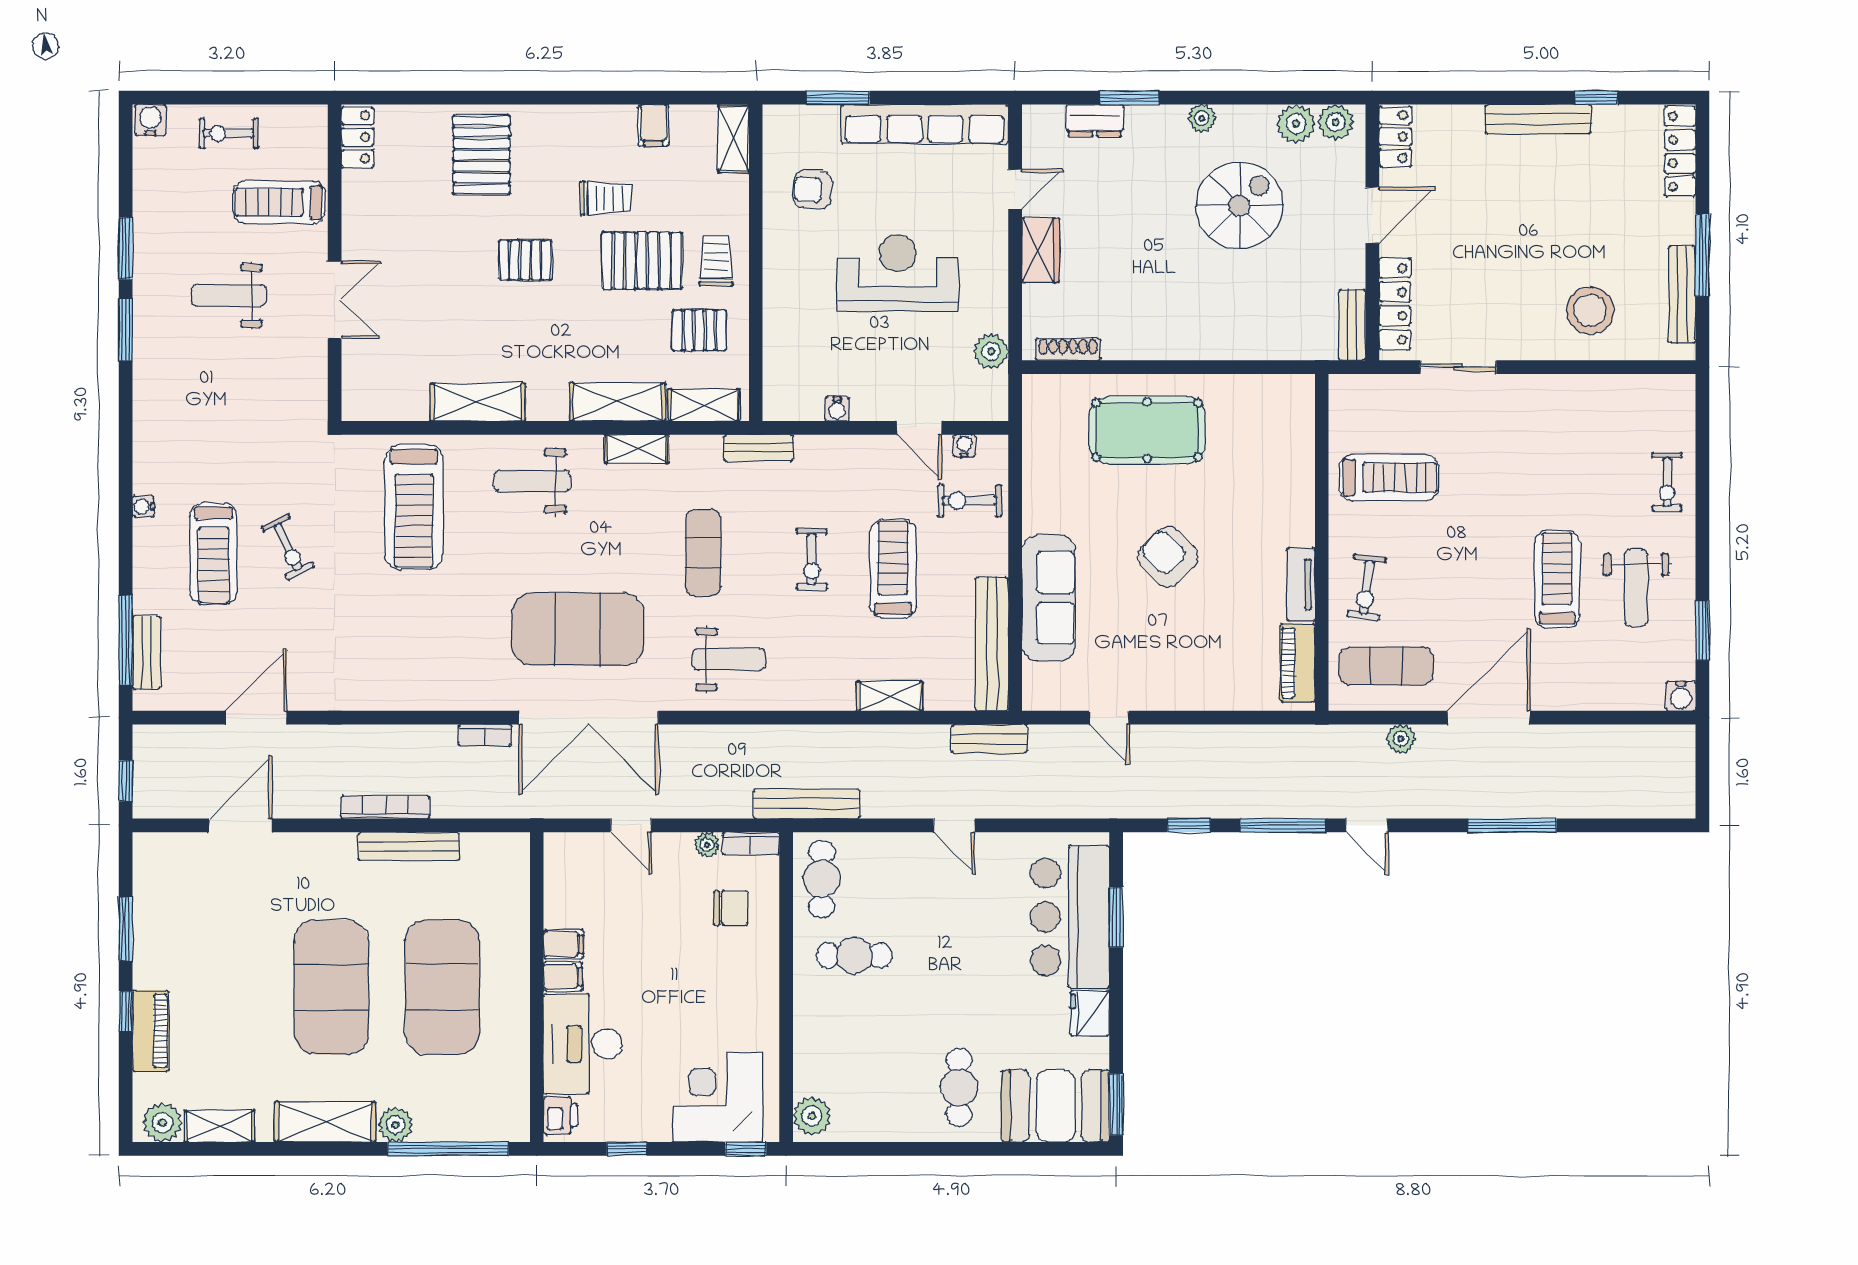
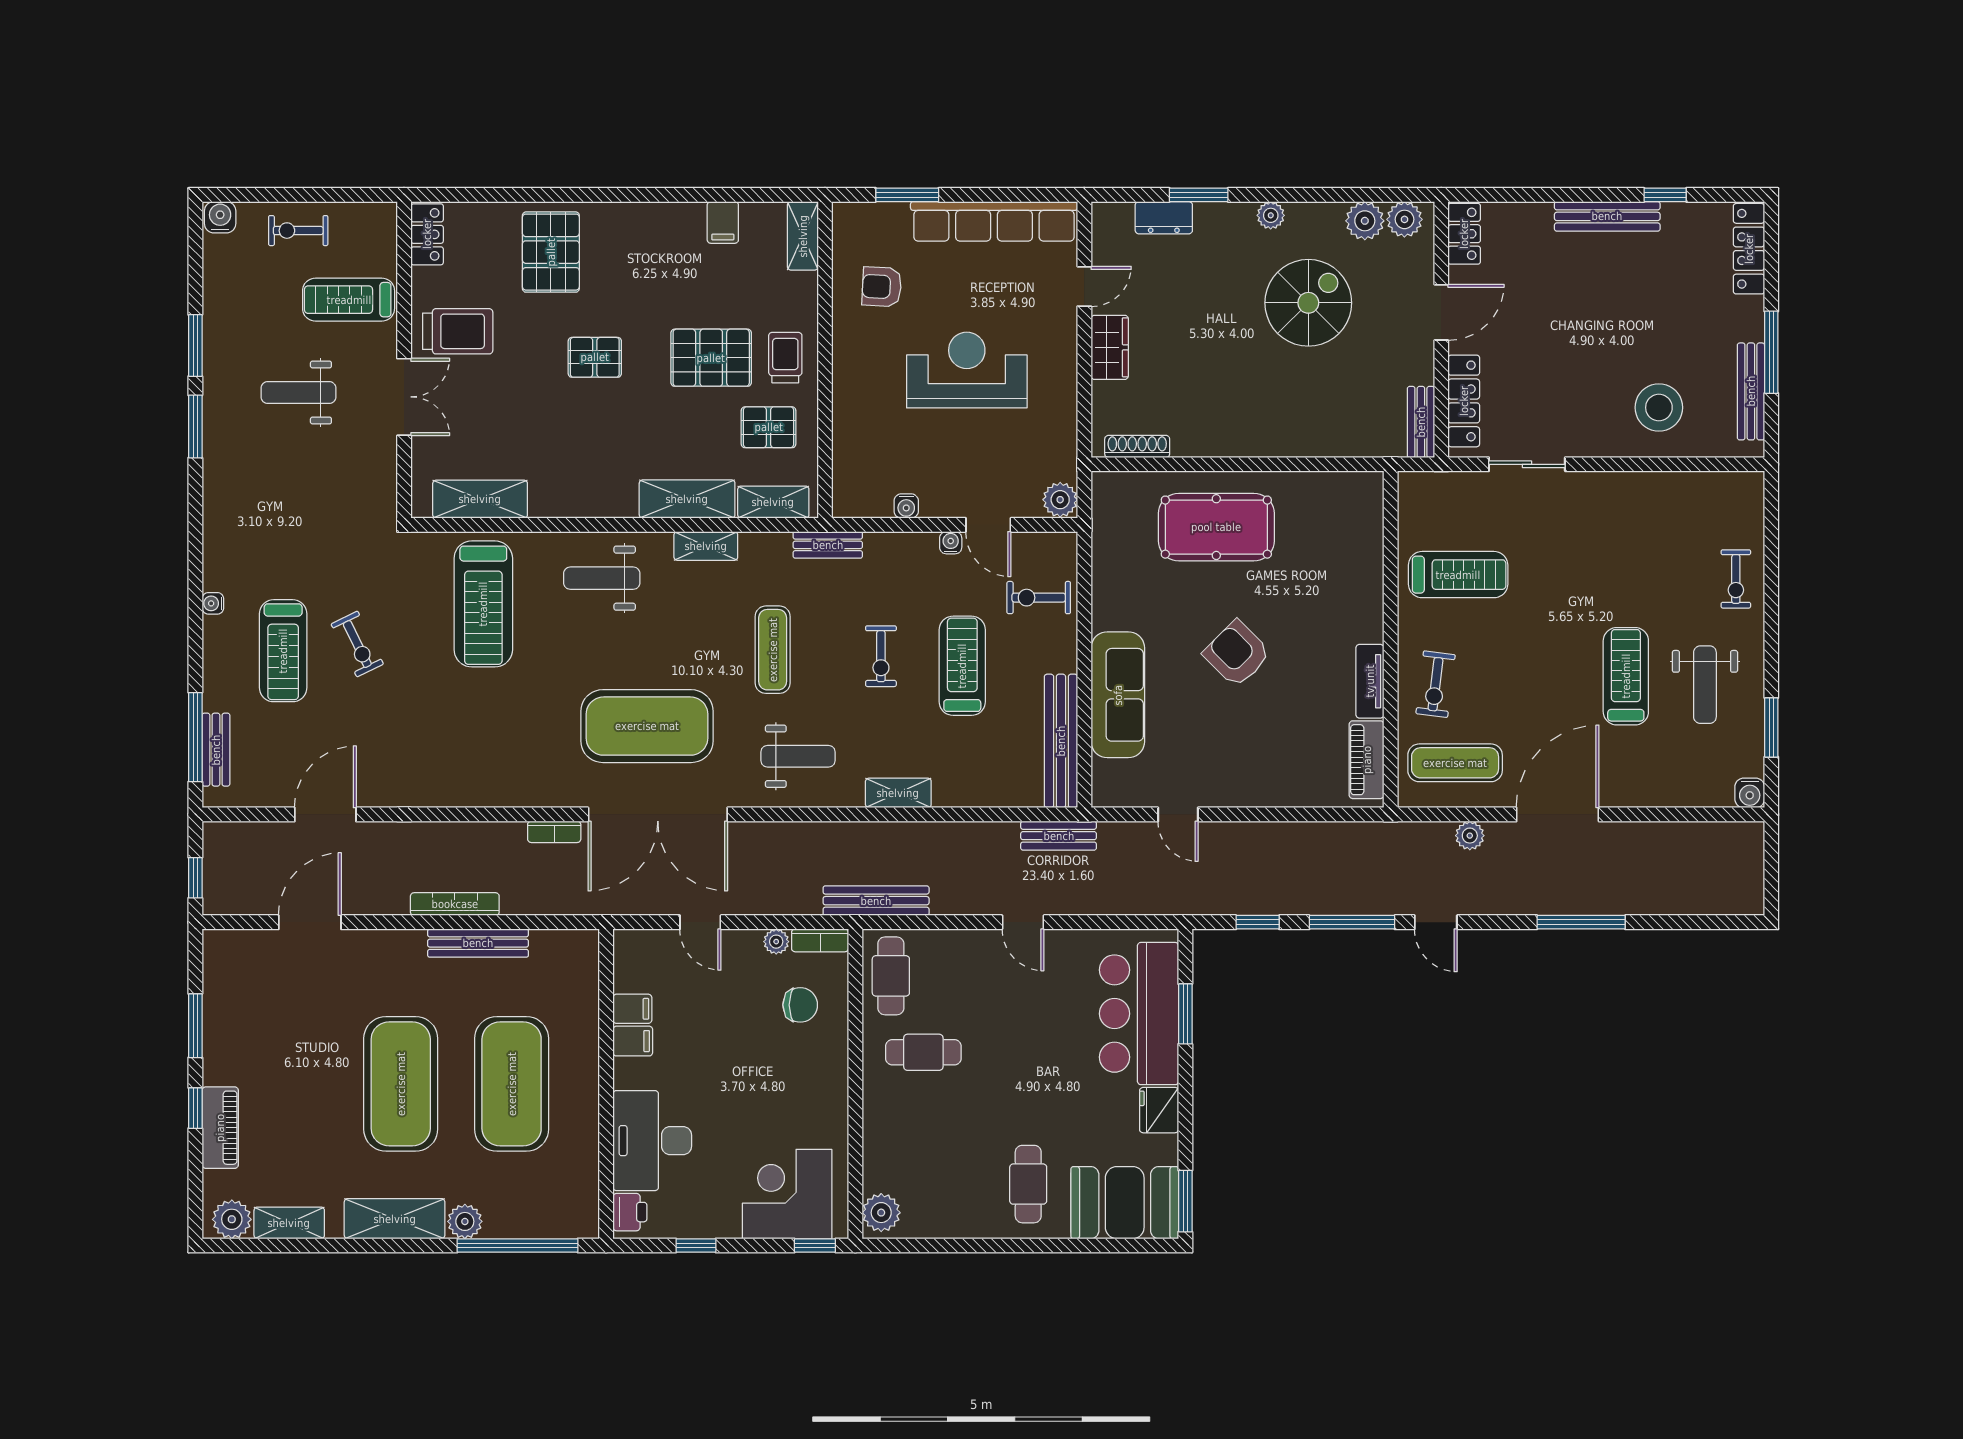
trolley: (606, 198) -> (458, 331), moved, width x1.36, depth x1.39
plant: (991, 351) -> (1060, 500), moved
shelving: (478, 402) -> (480, 499), moved
water cooler: (964, 446) -> (951, 543), moved
shelving: (890, 696) -> (898, 793), moved
filing cabinet: (563, 977) -> (632, 1009), moved

